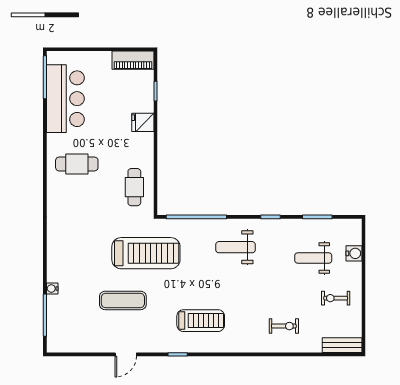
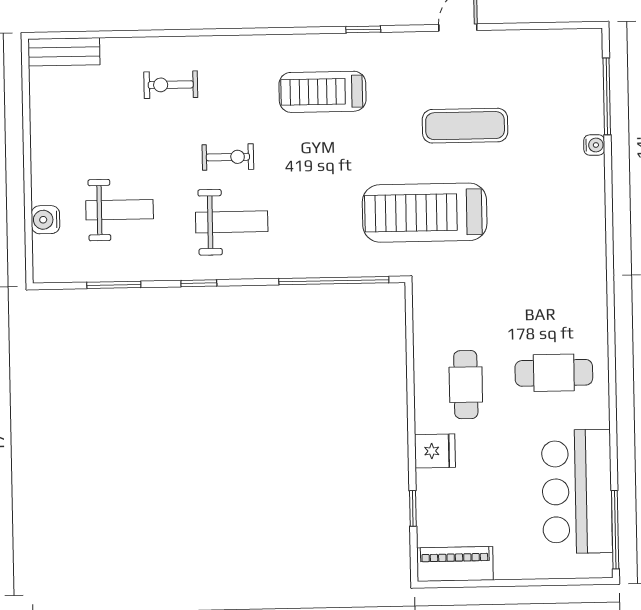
cafe table: (134, 187) -> (466, 385), moved
weight bench: (235, 247) -> (232, 222), moved
exercise bike: (336, 298) -> (228, 157), moved

